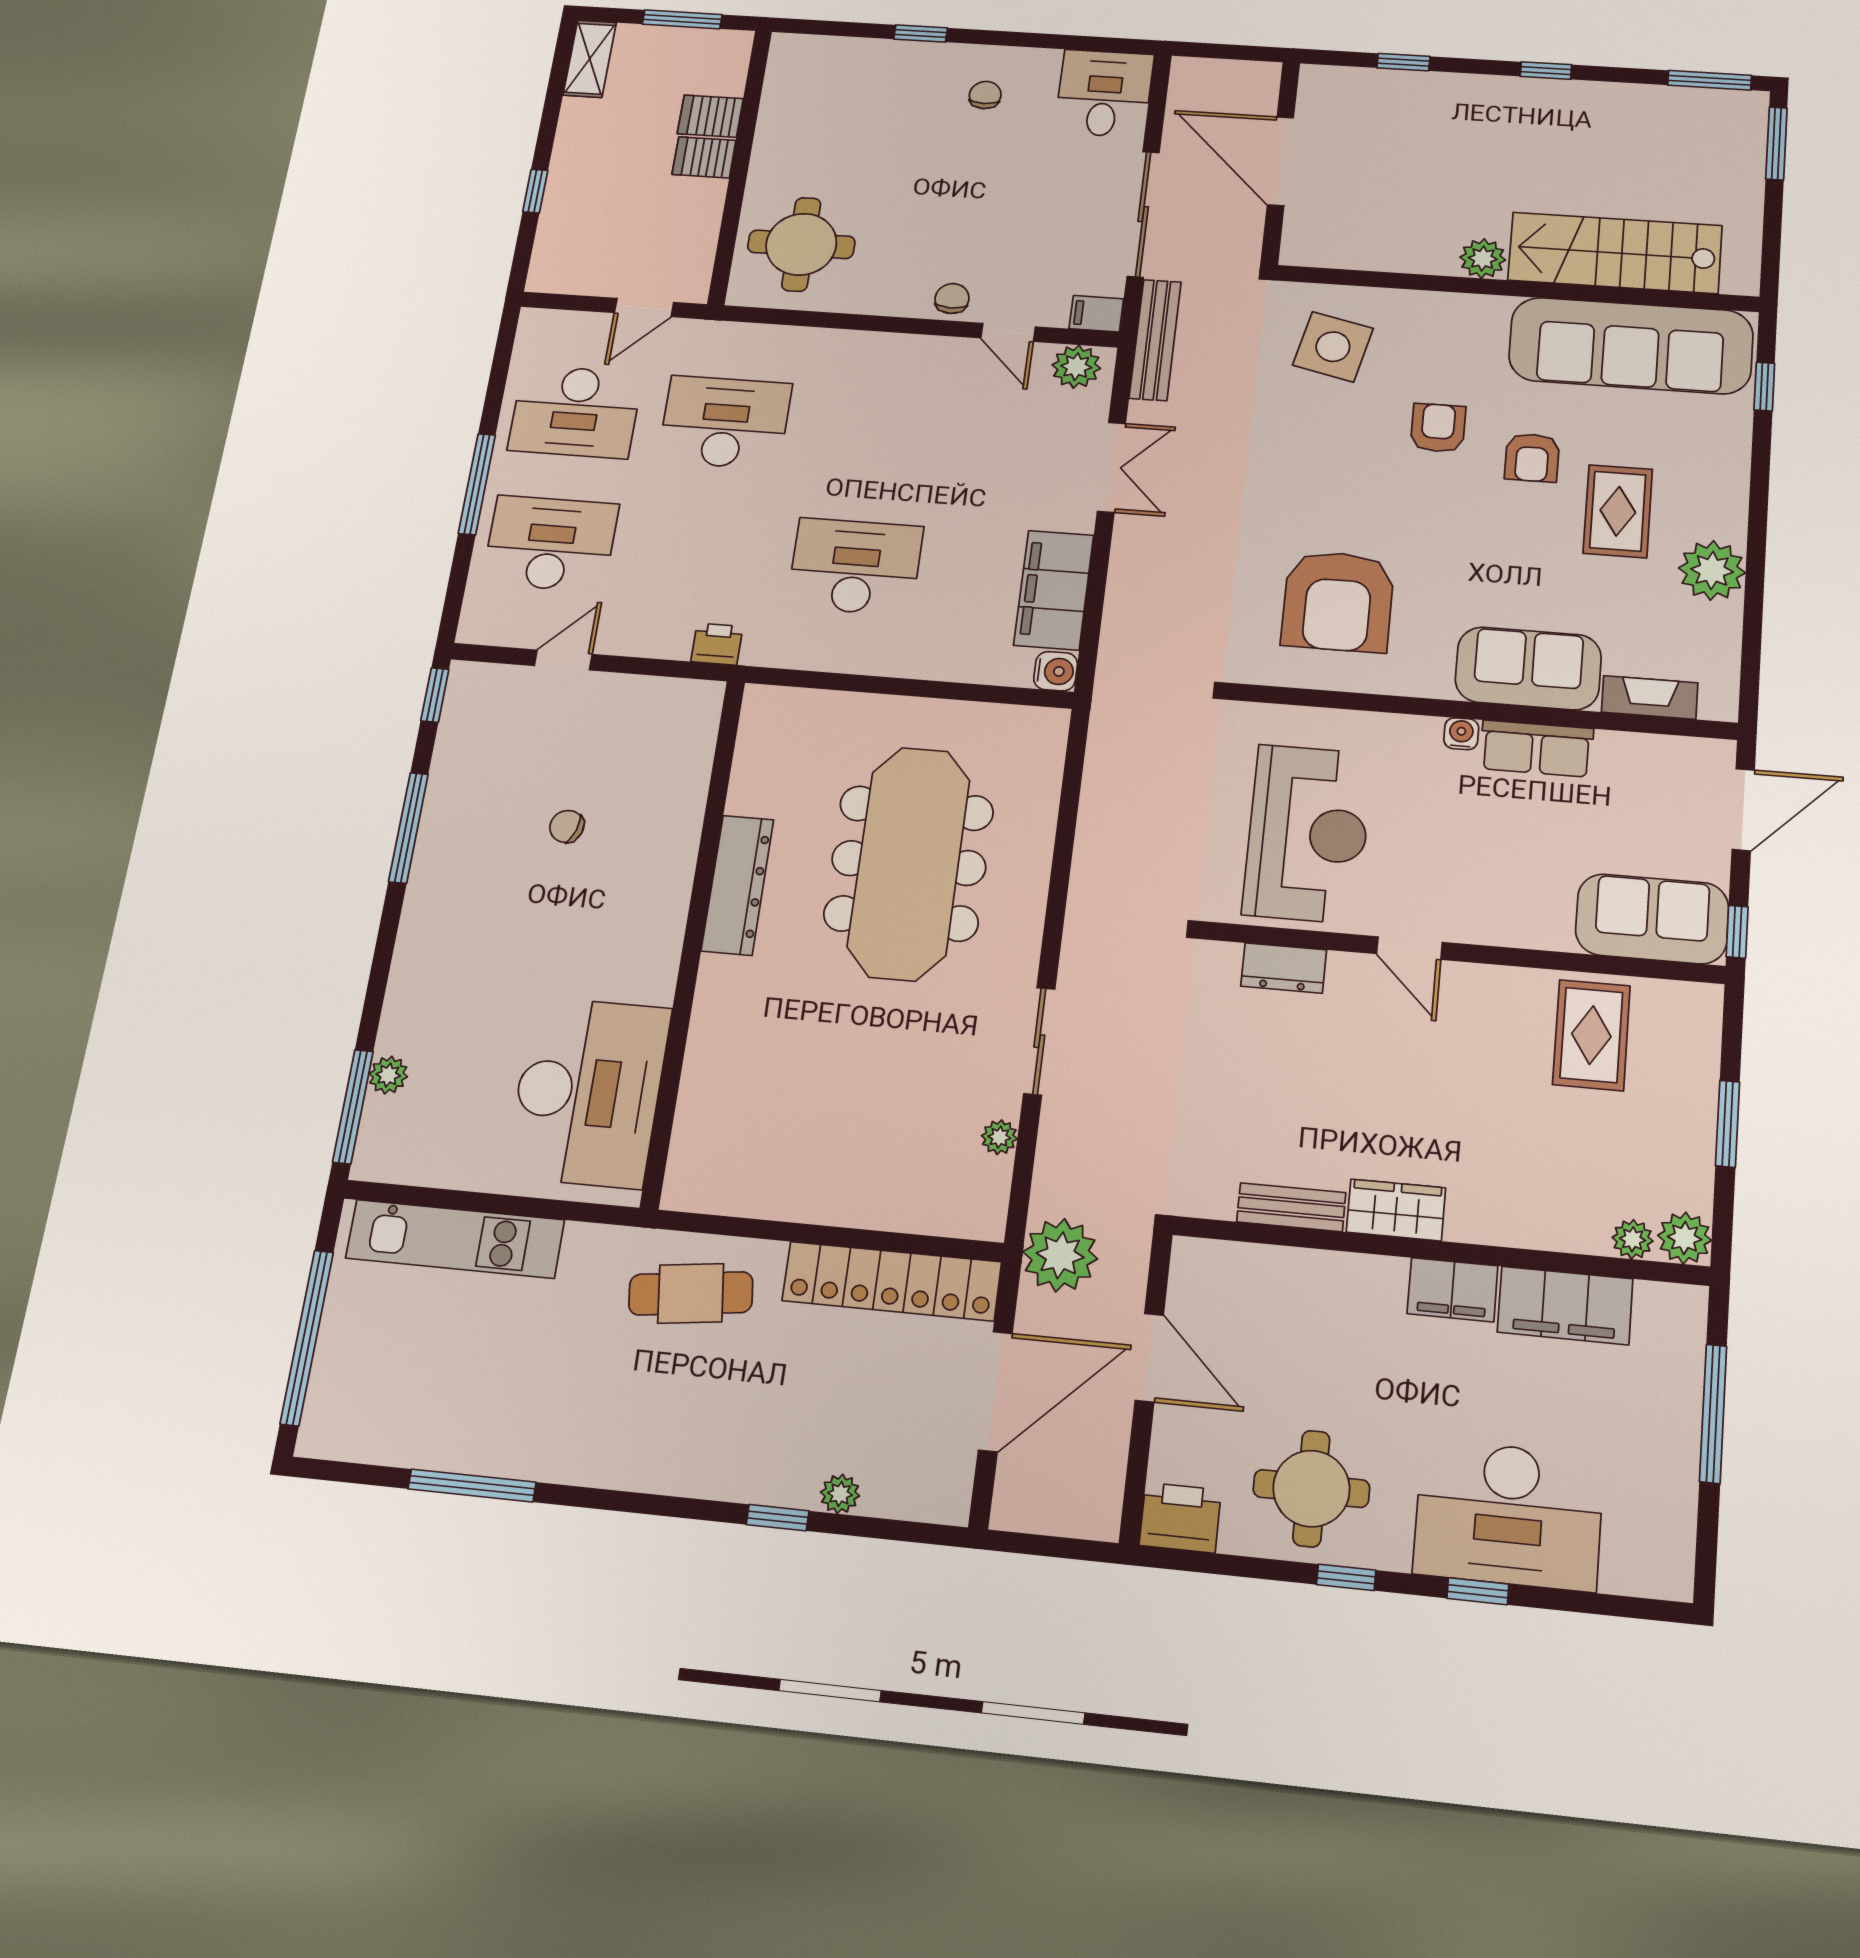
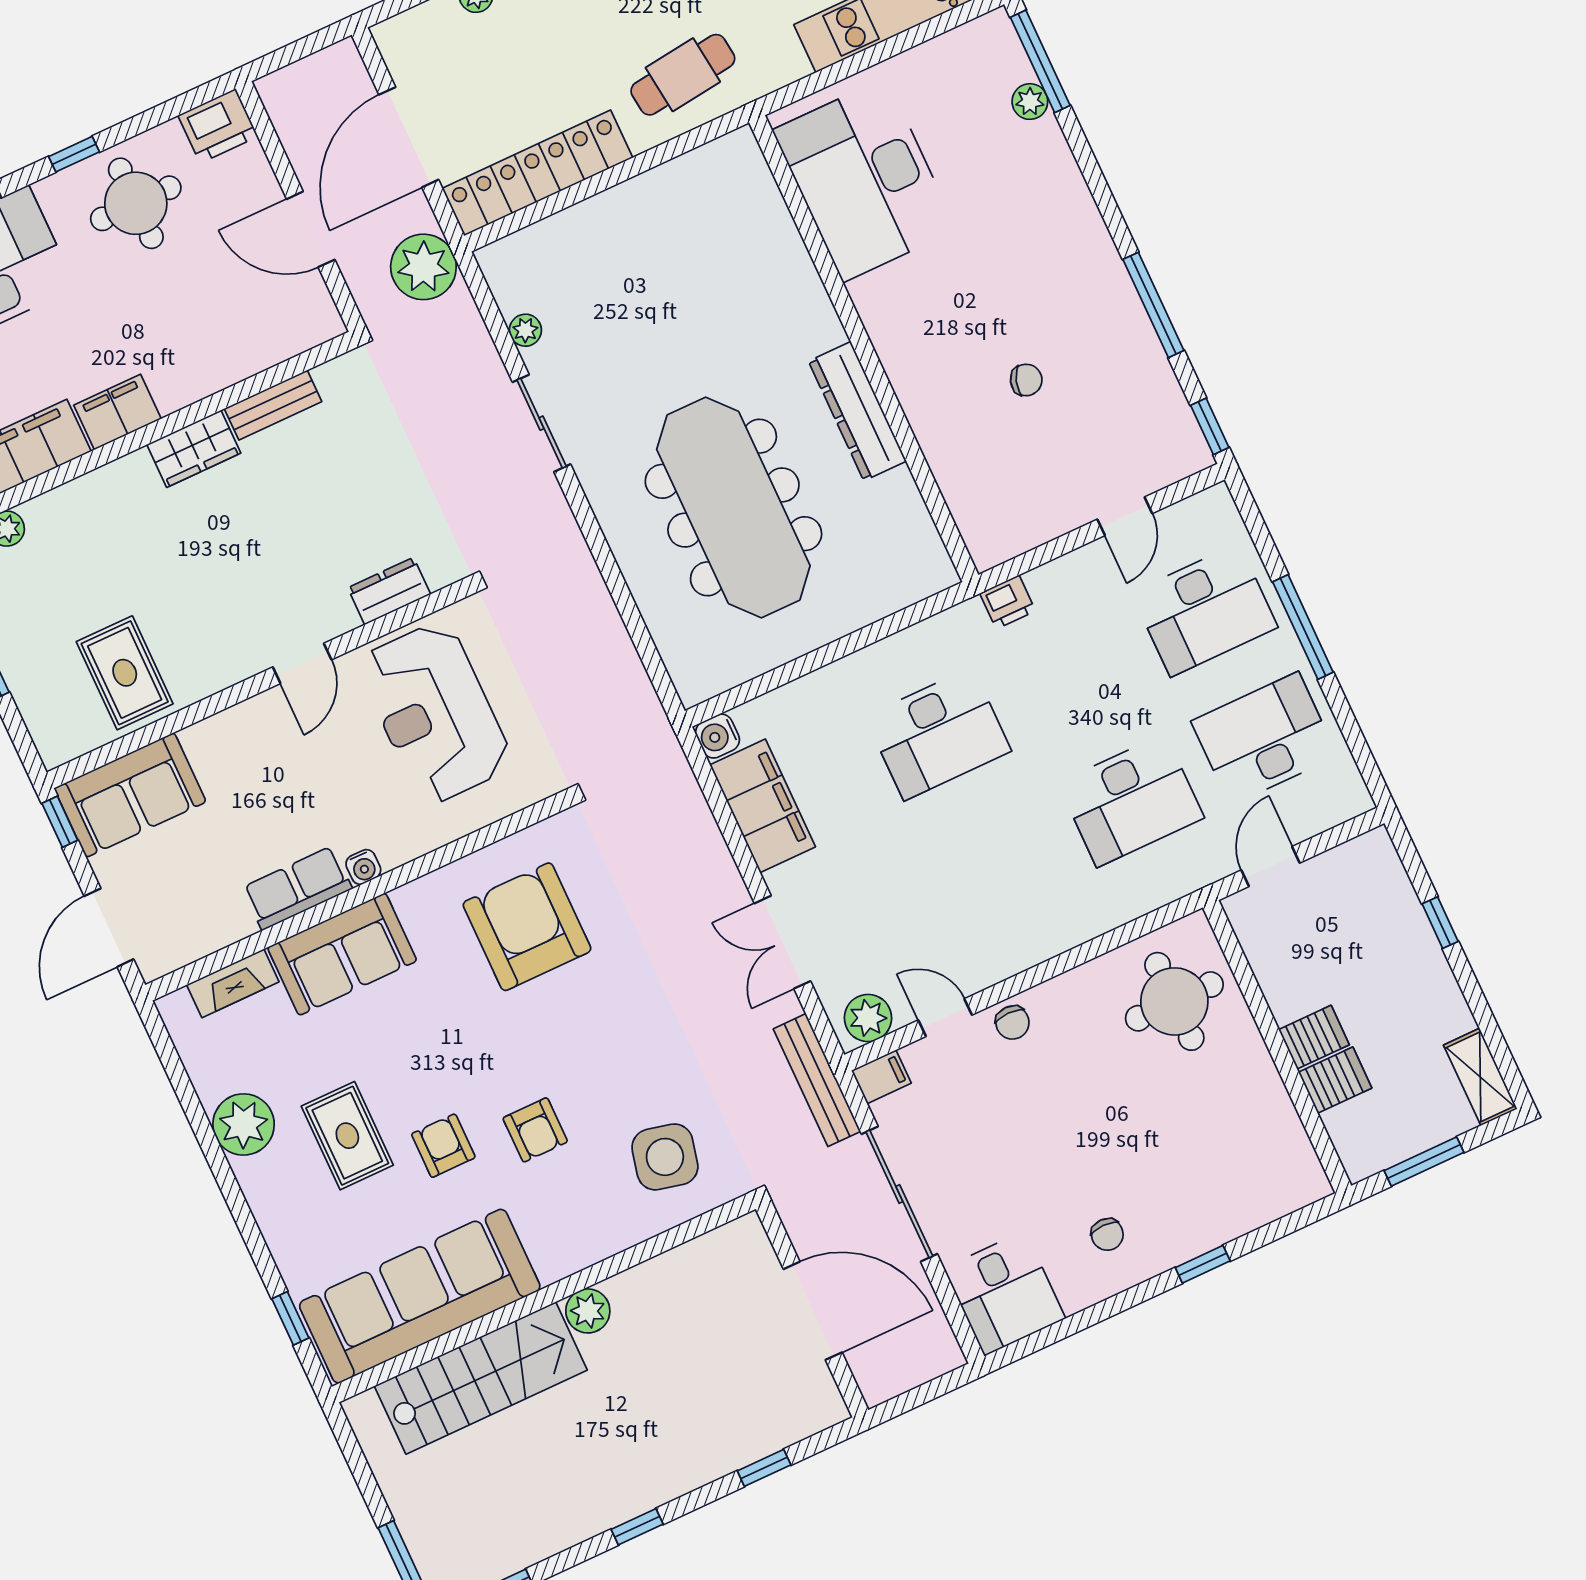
door: (1409, 948) -> (302, 663), swing flipped

